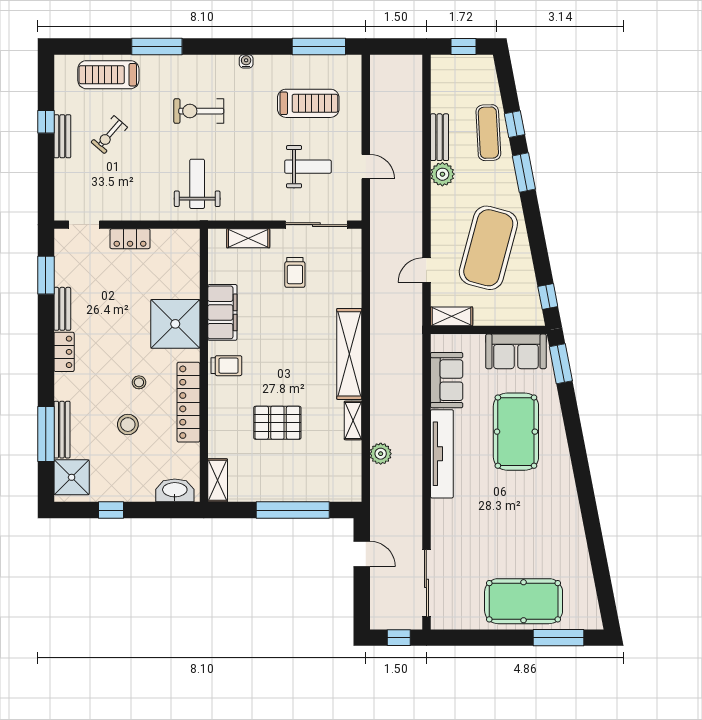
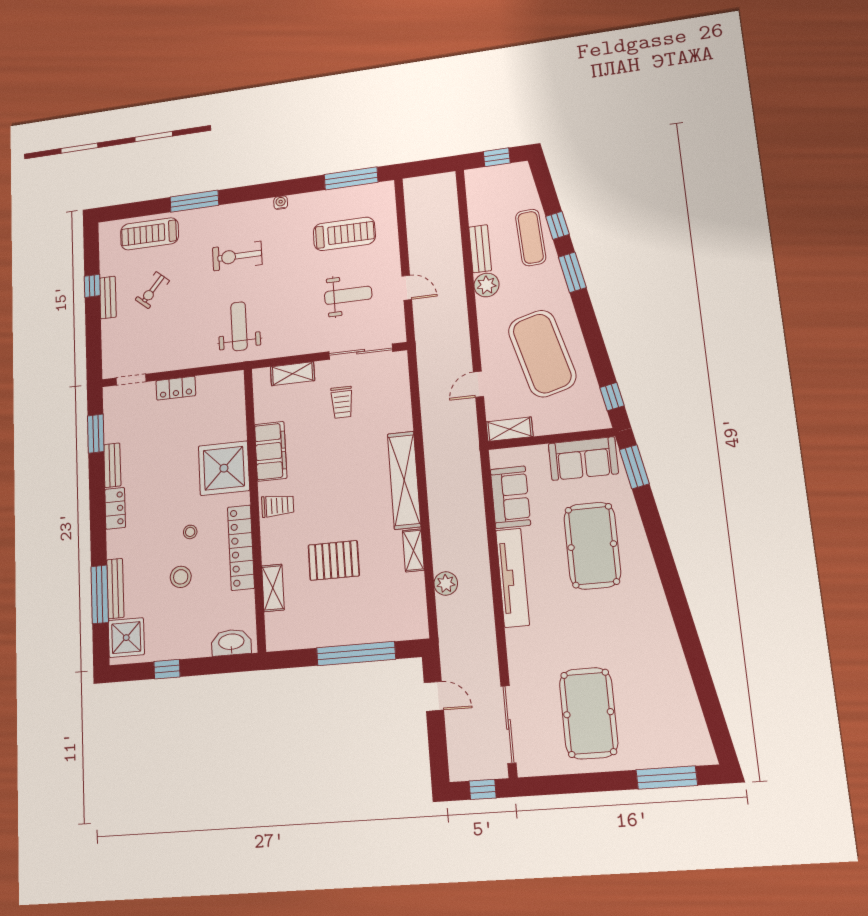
exercise mat: (488, 248) -> (542, 353), turned -30
shelving: (218, 480) -> (273, 588), moved
pool table: (524, 601) -> (589, 713), moved, turned 90

